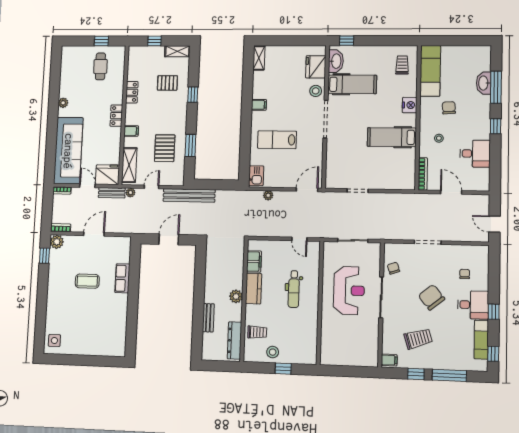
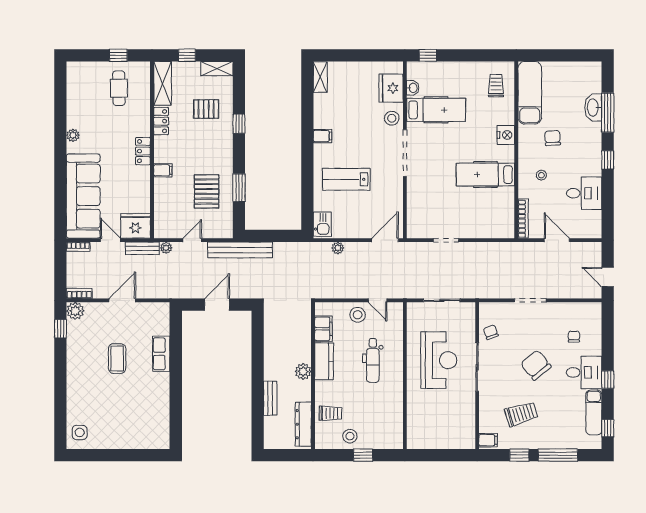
washbasin: (336, 61) -> (413, 88), width x0.52, depth x0.69
shelving: (129, 165) -> (163, 83), moved
stool: (282, 251) -> (358, 315), added
coffee table: (87, 281) -> (117, 359), turned 90

